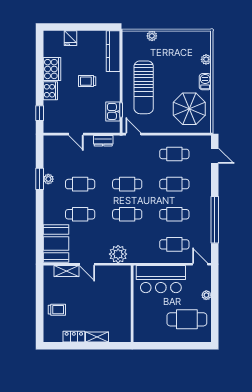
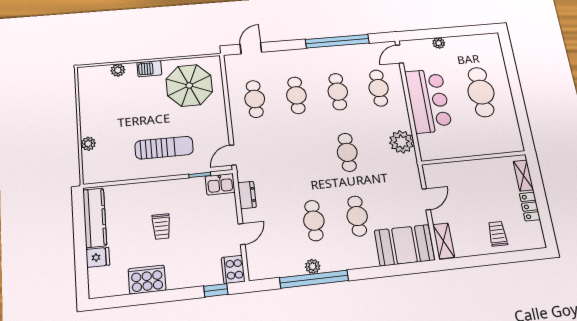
kitchen counter: (113, 51) -> (95, 218), moved, turned -90
sun lounger: (144, 87) -> (164, 148), width x0.73, depth x0.75
cooker: (50, 91) -> (233, 269), moved, turned -90
kitchen sink: (113, 111) -> (220, 184), moved
window: (40, 179) -> (314, 279), width x2.11
cafe table: (127, 184) -> (305, 156), removed
plant: (118, 254) -> (402, 142), moved
shelving: (67, 271) -> (444, 241), moved
wall: (132, 304) -> (474, 158), moved
cafe table: (187, 319) -> (481, 92), moved

